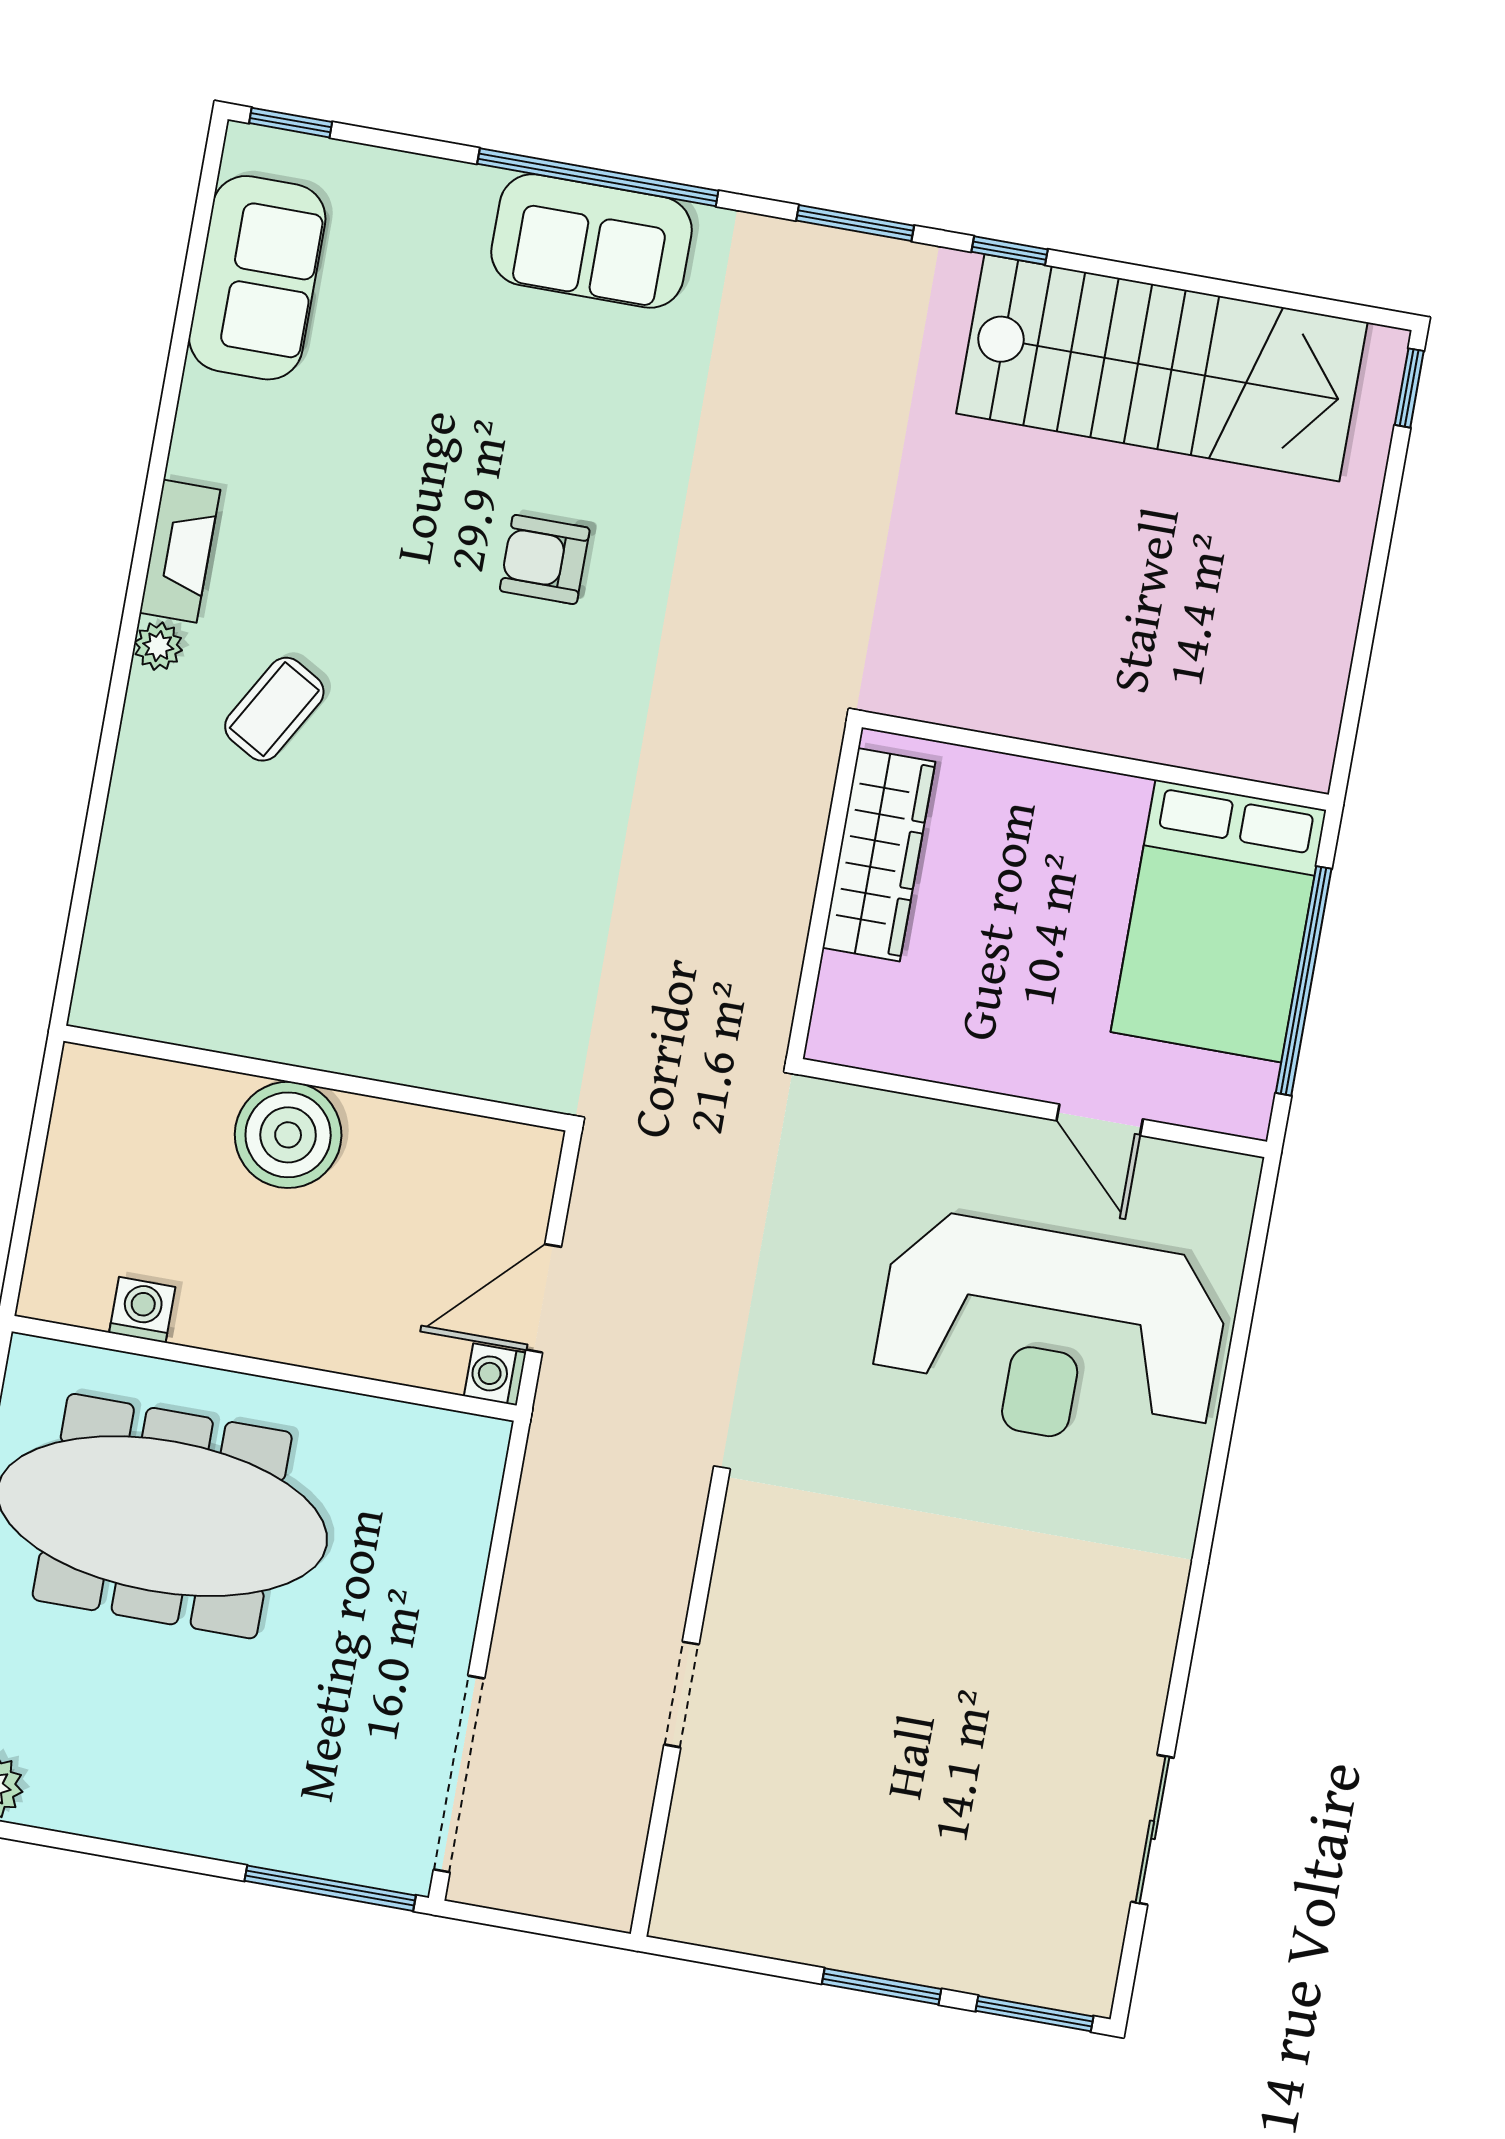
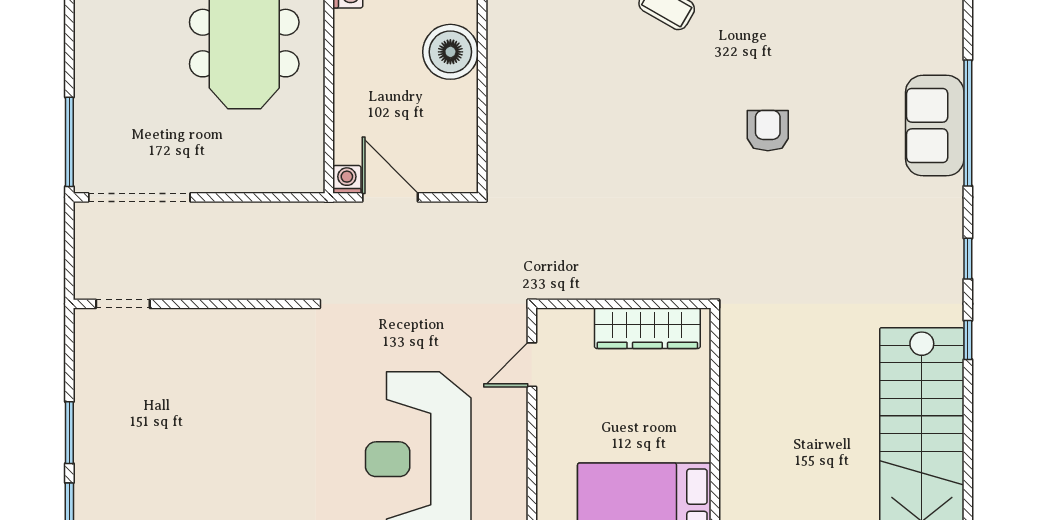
window: (855, 223) -> (968, 259), width x0.67
door: (1100, 1120) -> (532, 365), moved
doorway: (682, 1694) -> (123, 304), moved

